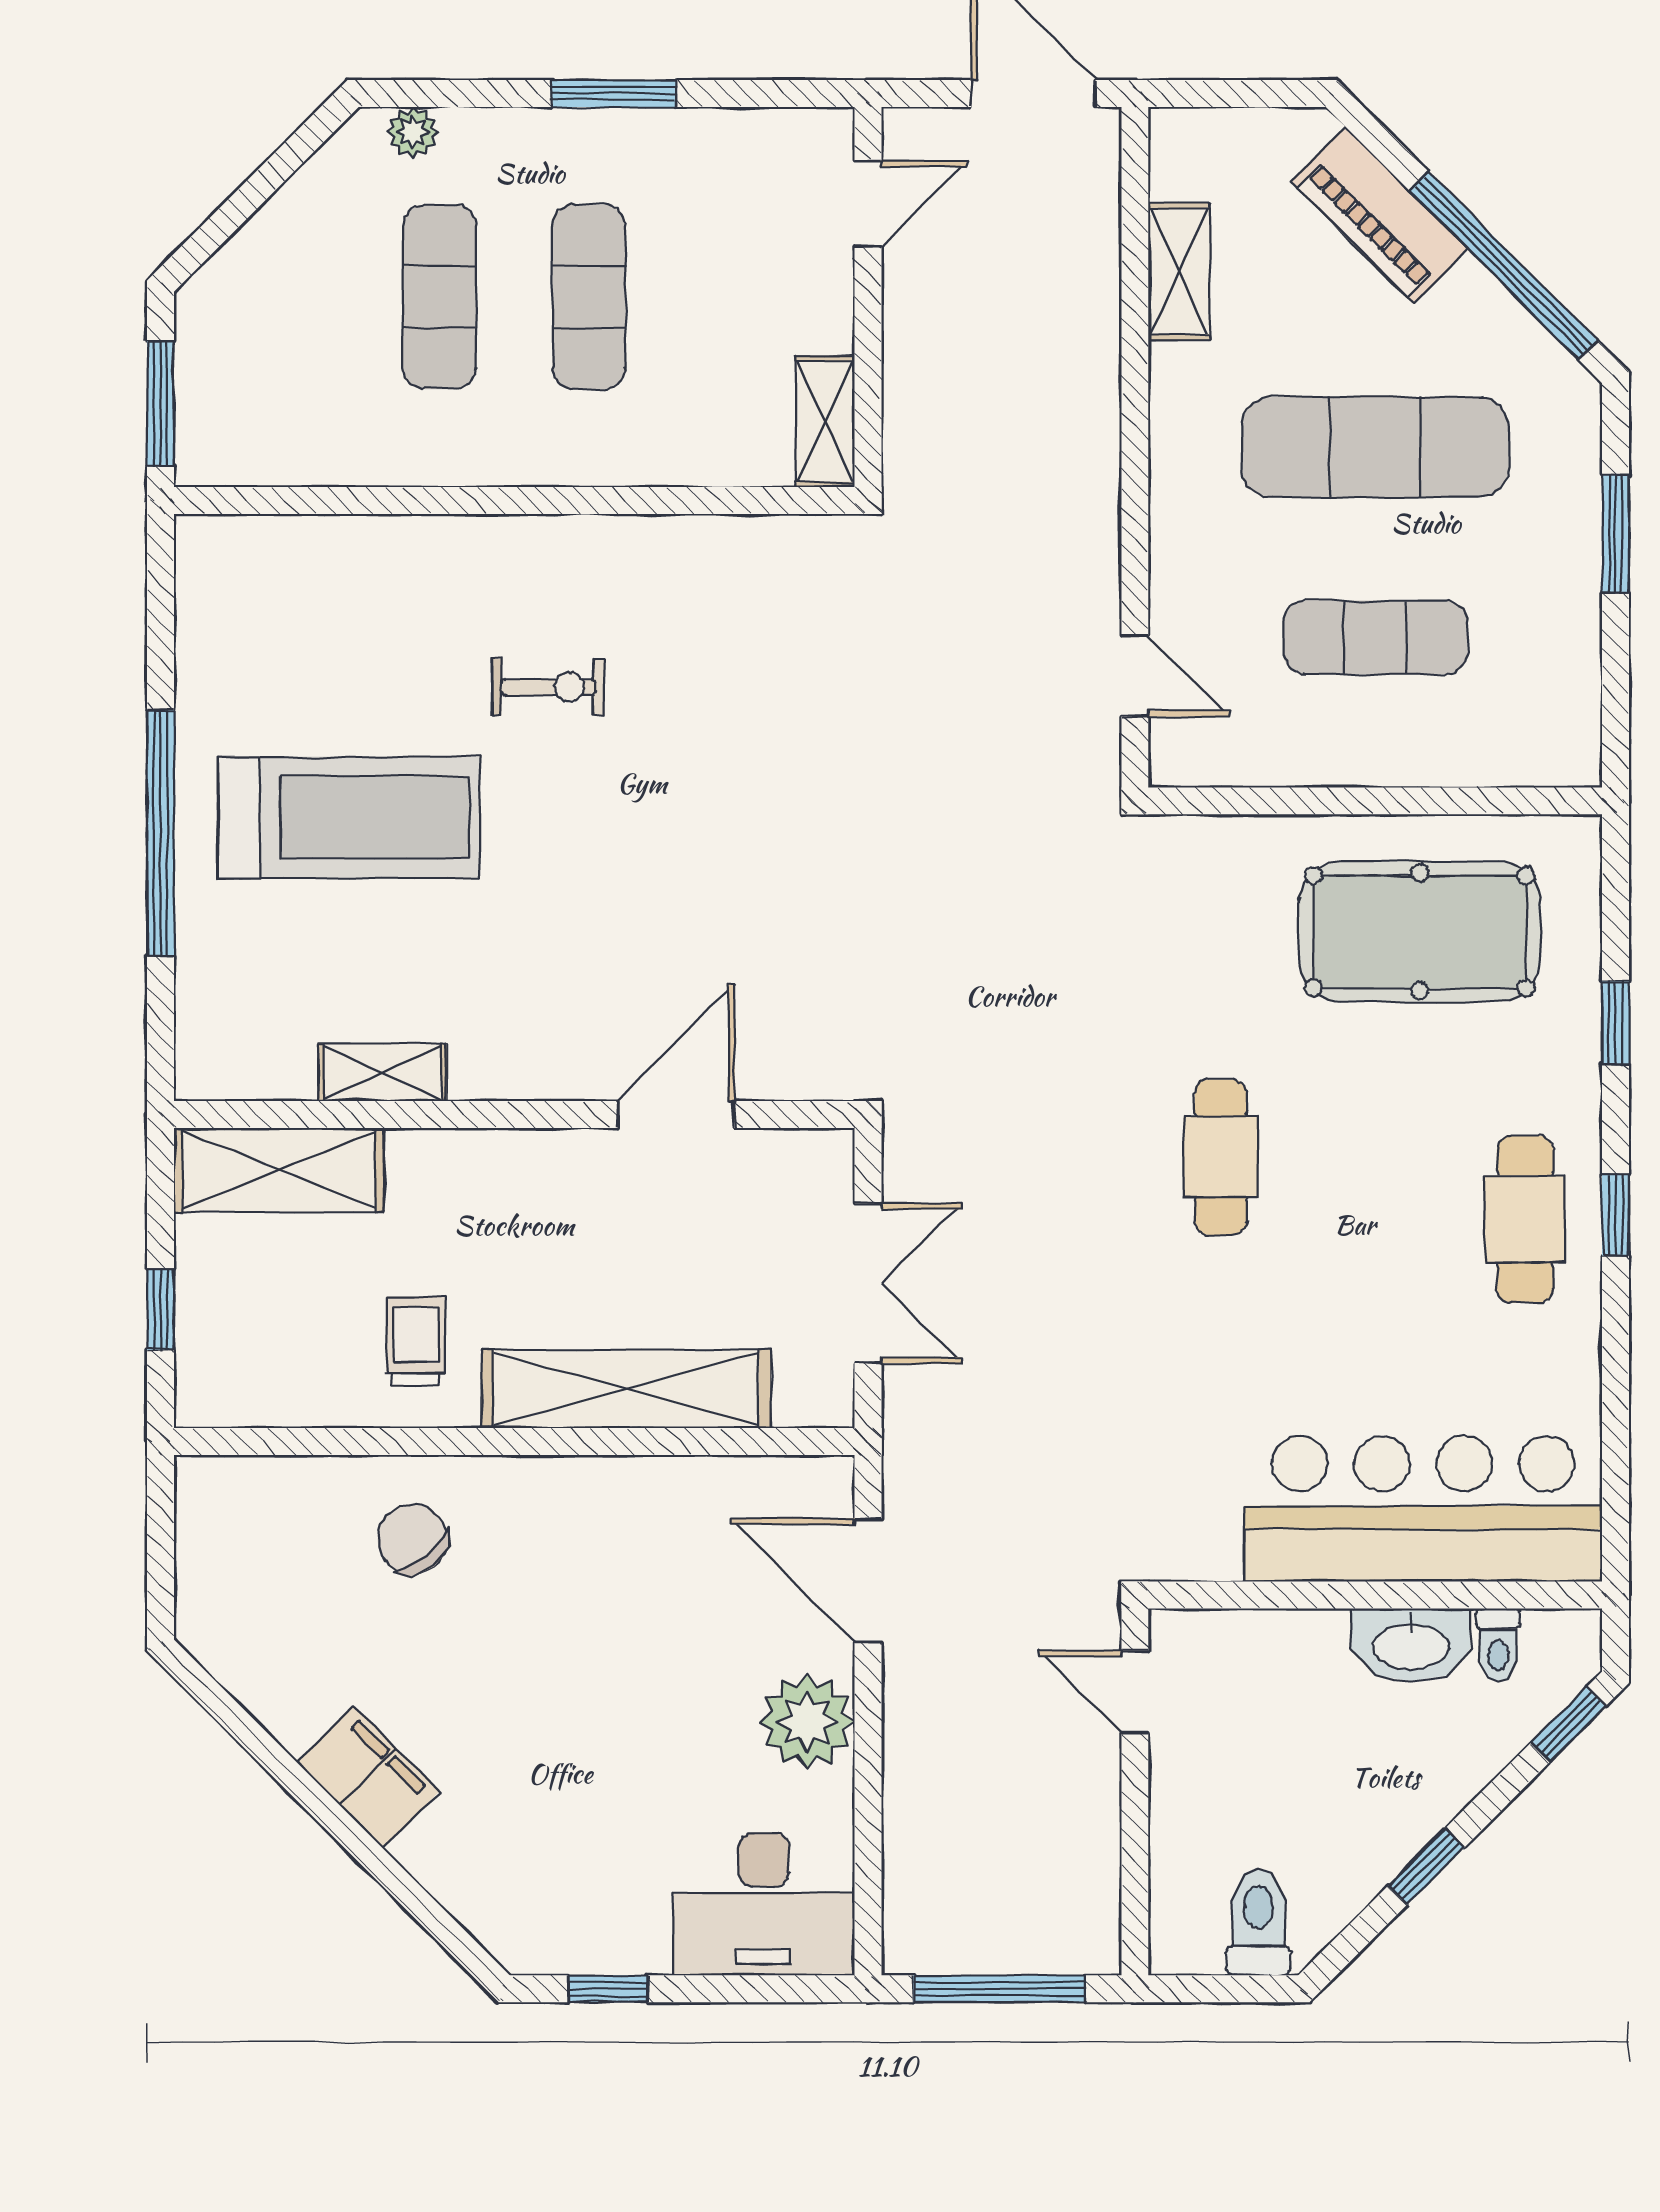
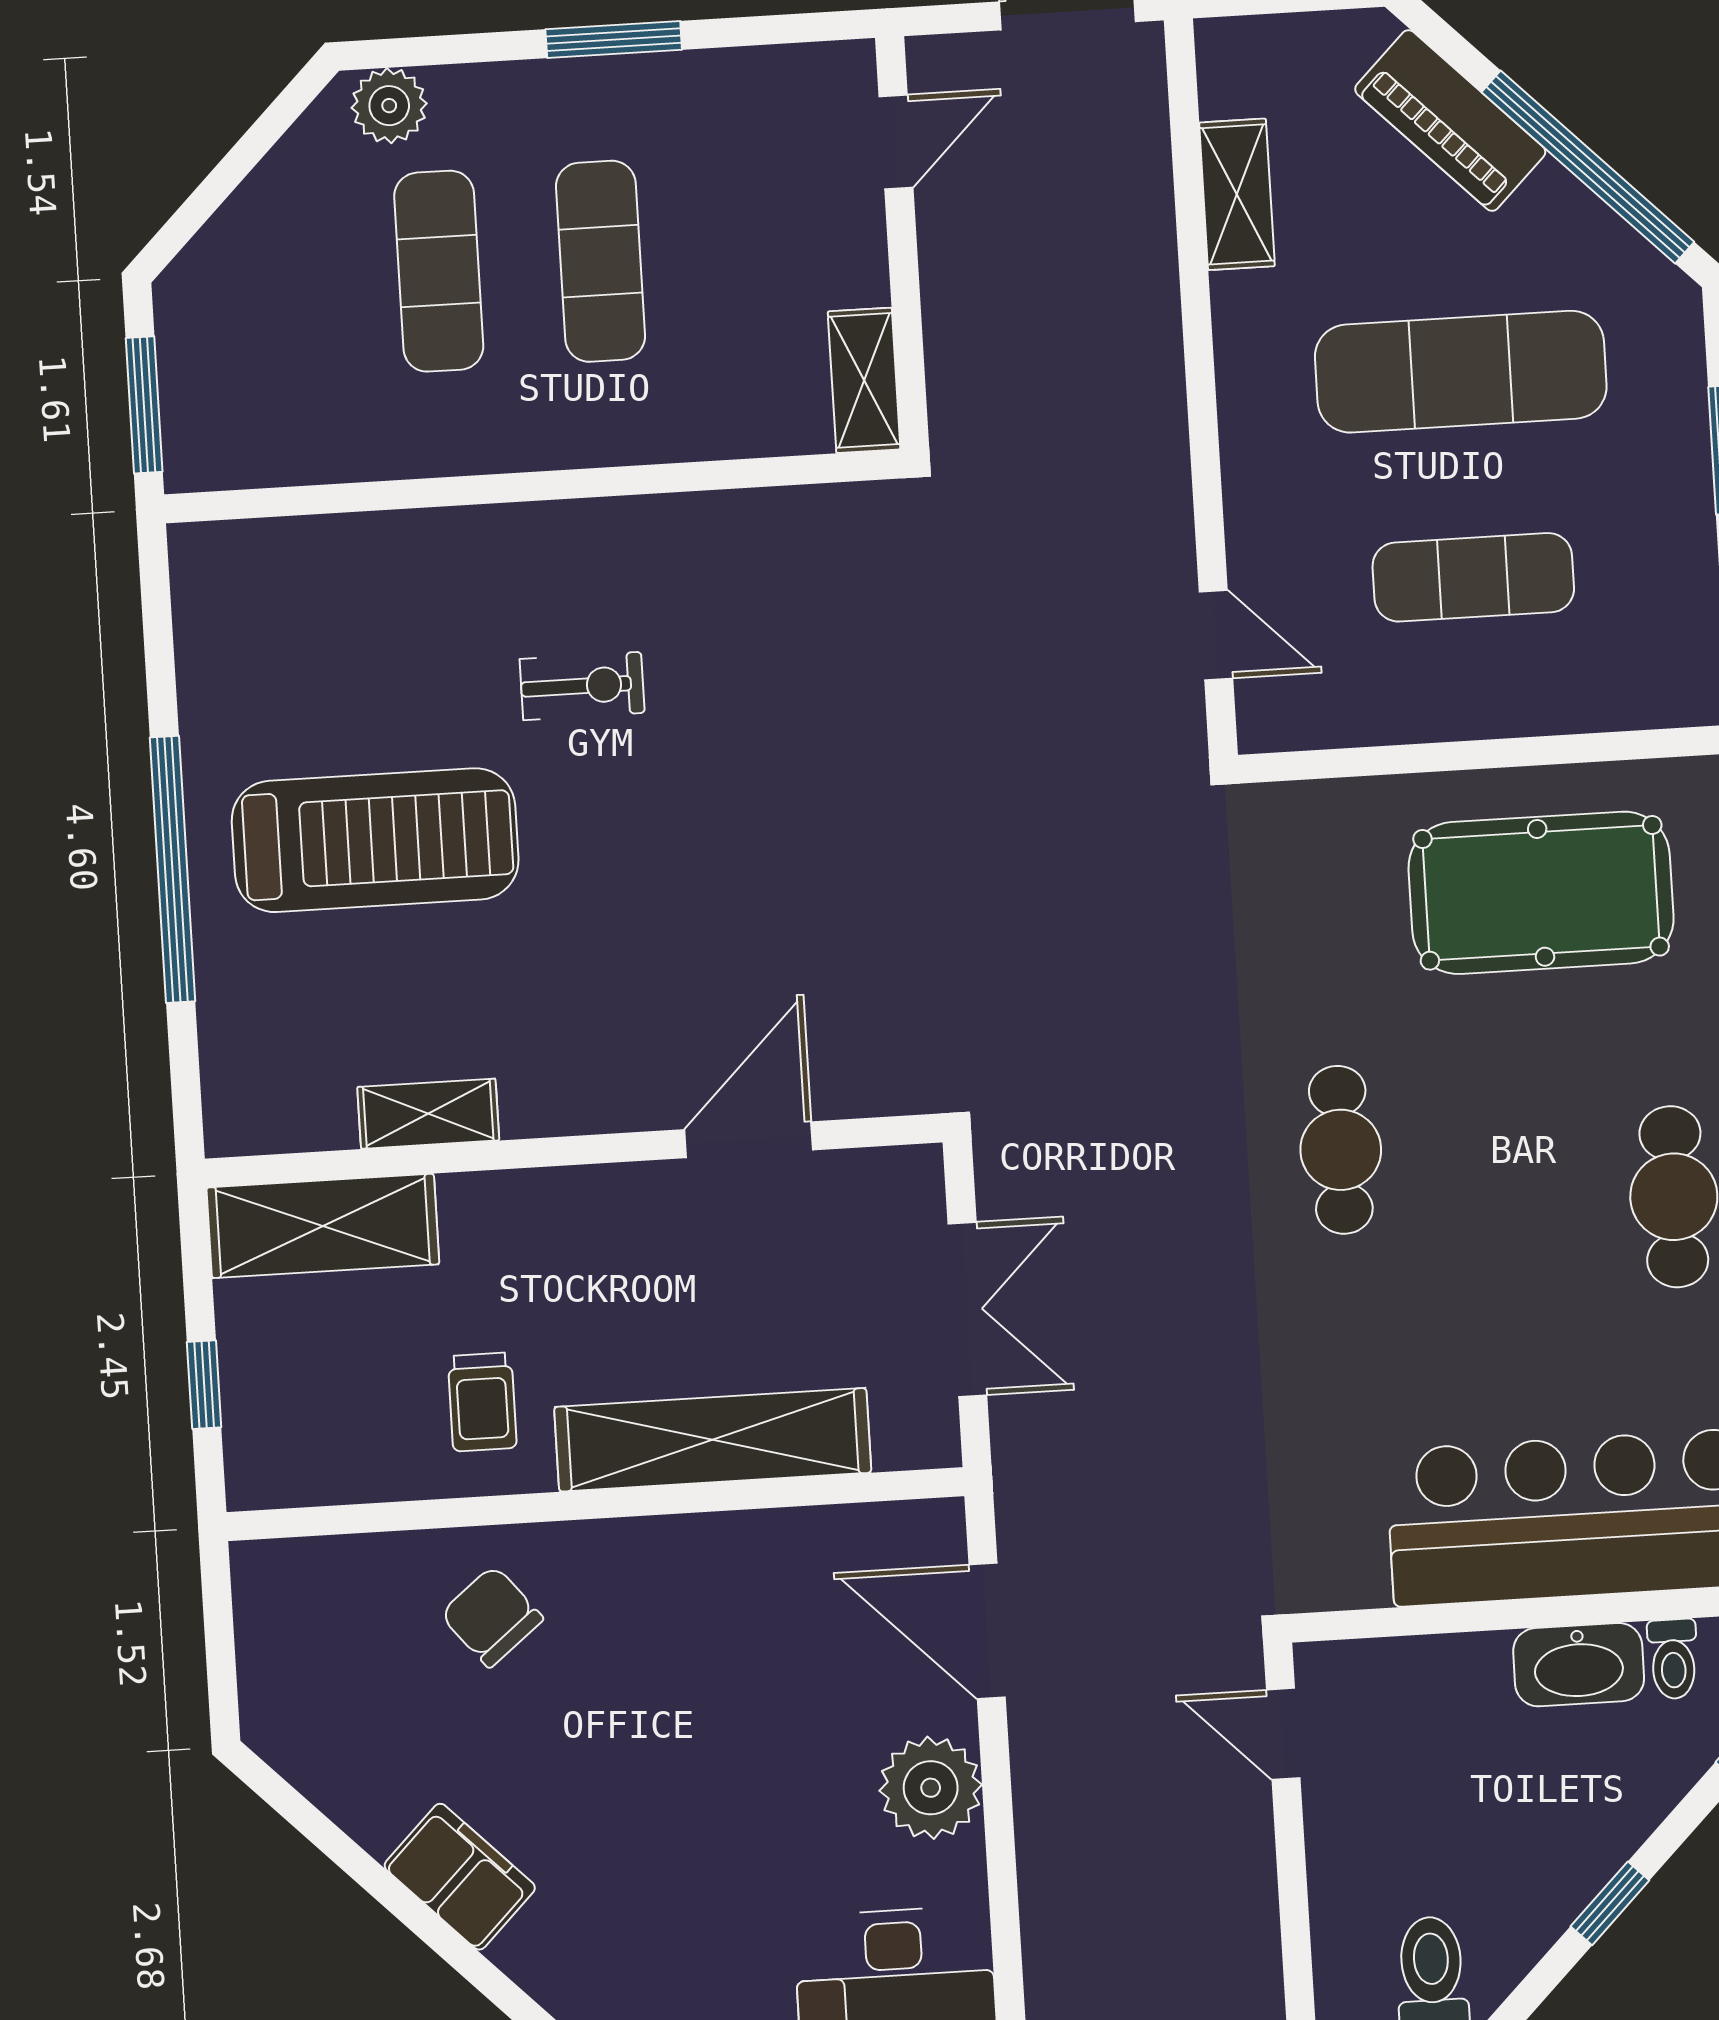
plant: (413, 132) -> (389, 106), width x1.38, depth x1.38
trolley: (416, 1341) -> (482, 1402), turned 180

